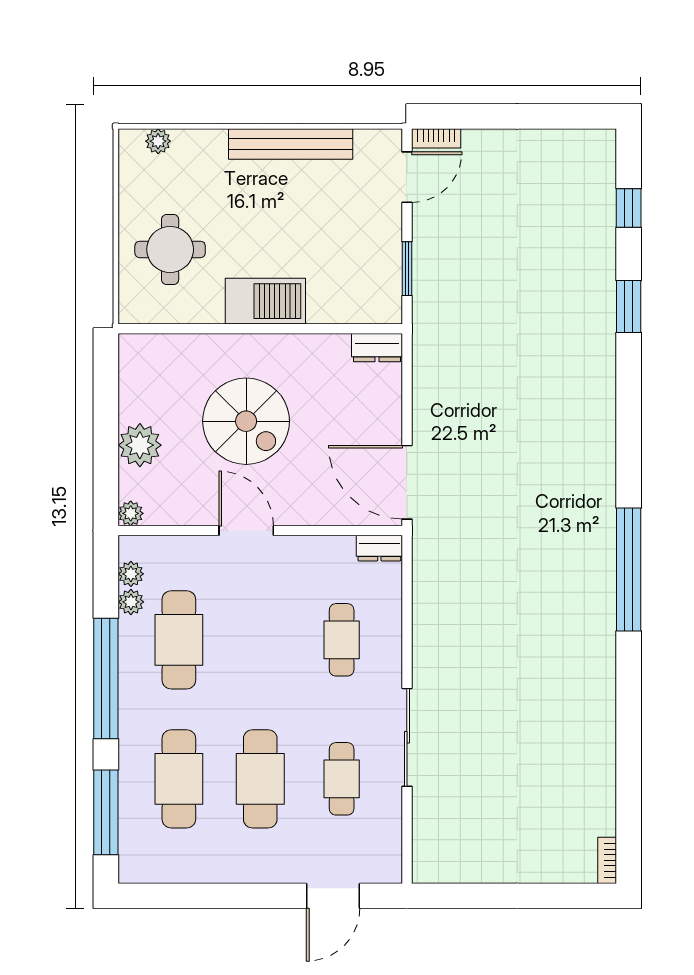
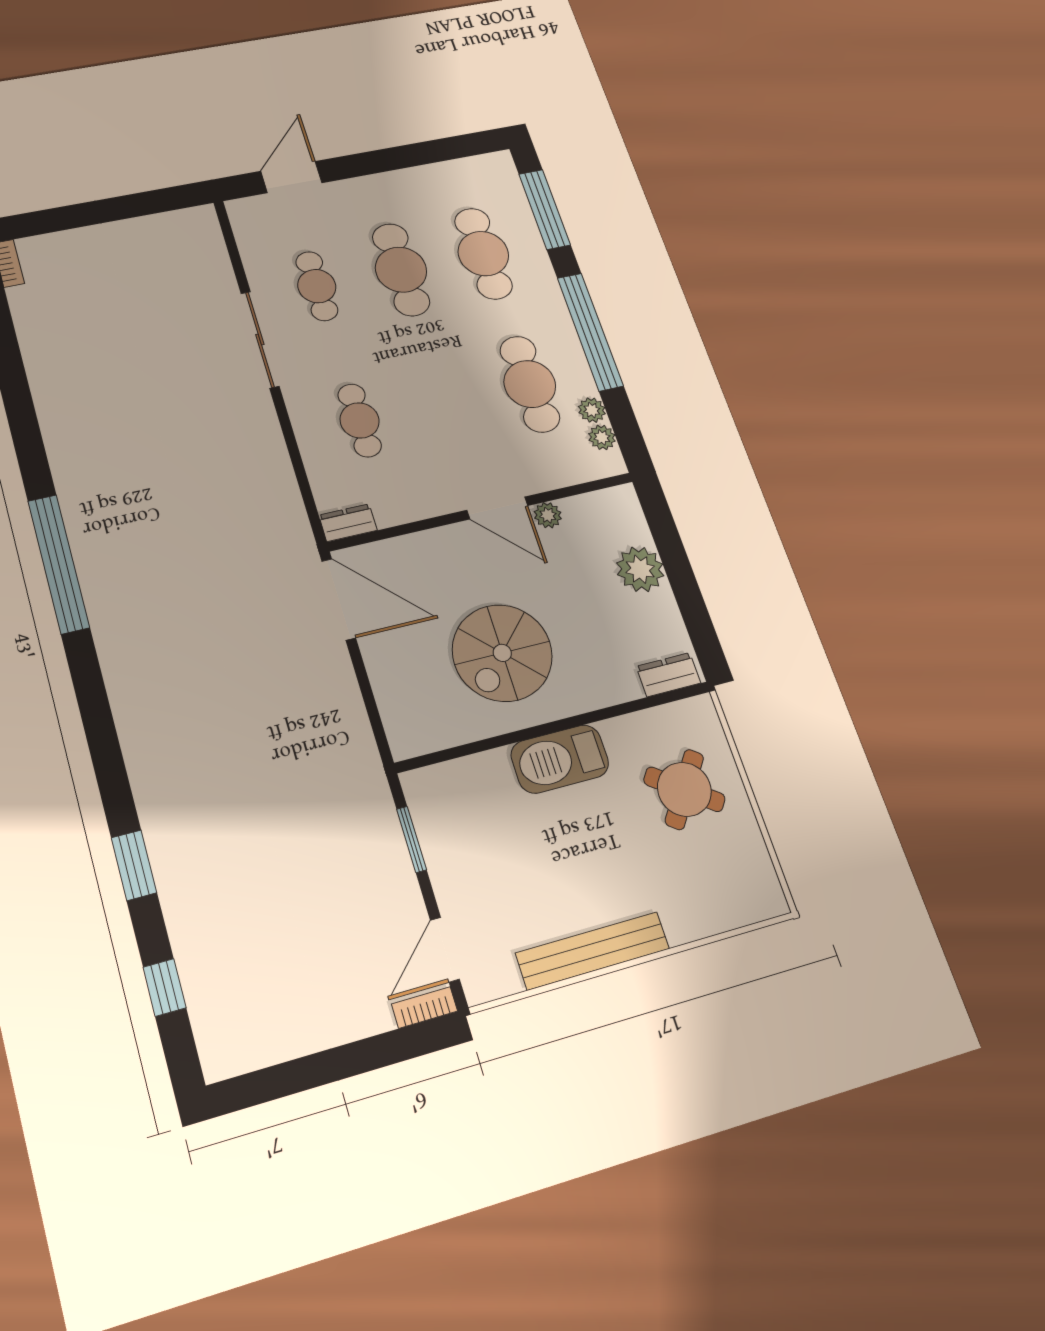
plant: (158, 141) -> (742, 911), removed
round table: (170, 249) -> (684, 789), turned 36
dresser: (377, 348) -> (668, 675), moved
spiral stairs: (246, 421) -> (502, 653), moved, turned -90
plant: (131, 513) -> (548, 515), moved

